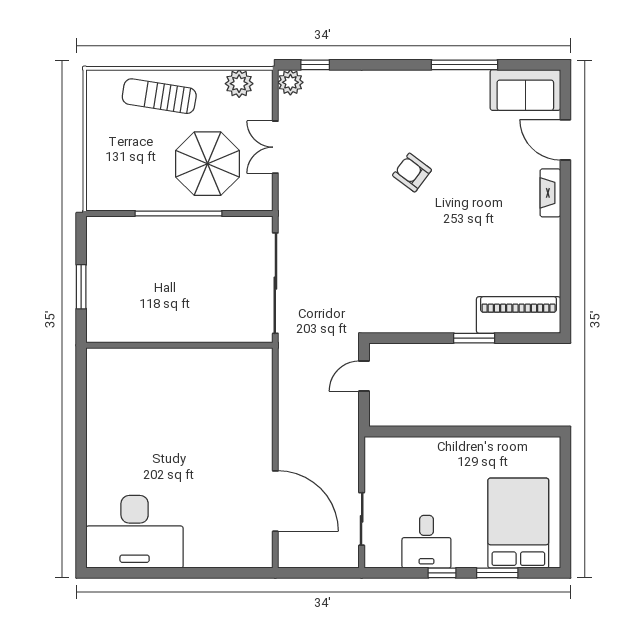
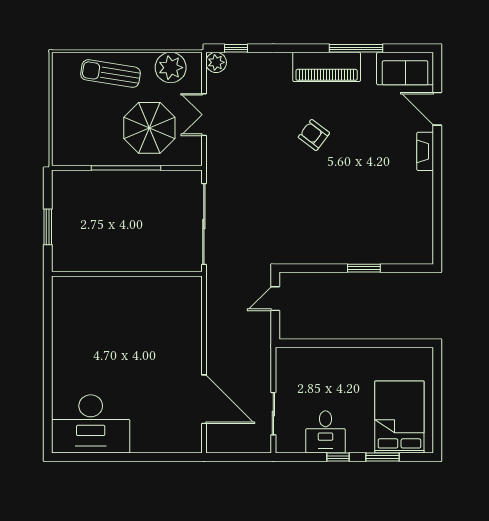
plant: (239, 84) -> (171, 68), width x1.36, depth x1.36
piano: (519, 315) -> (327, 67), moved, turned 180

